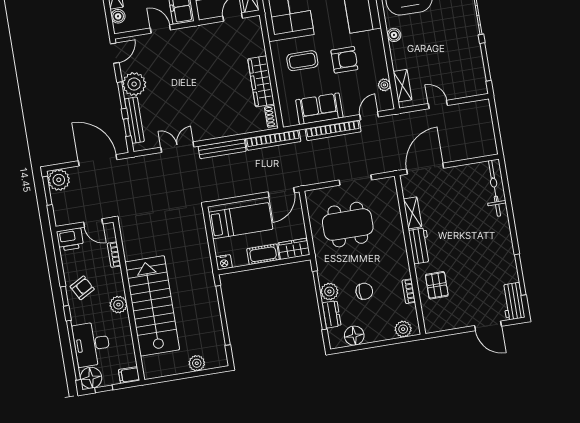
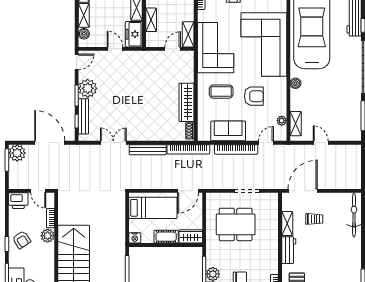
trolley: (446, 202) -> (314, 219), added
armchair: (82, 288) -> (22, 240), turned 85
plant: (118, 305) -> (48, 236), moved

